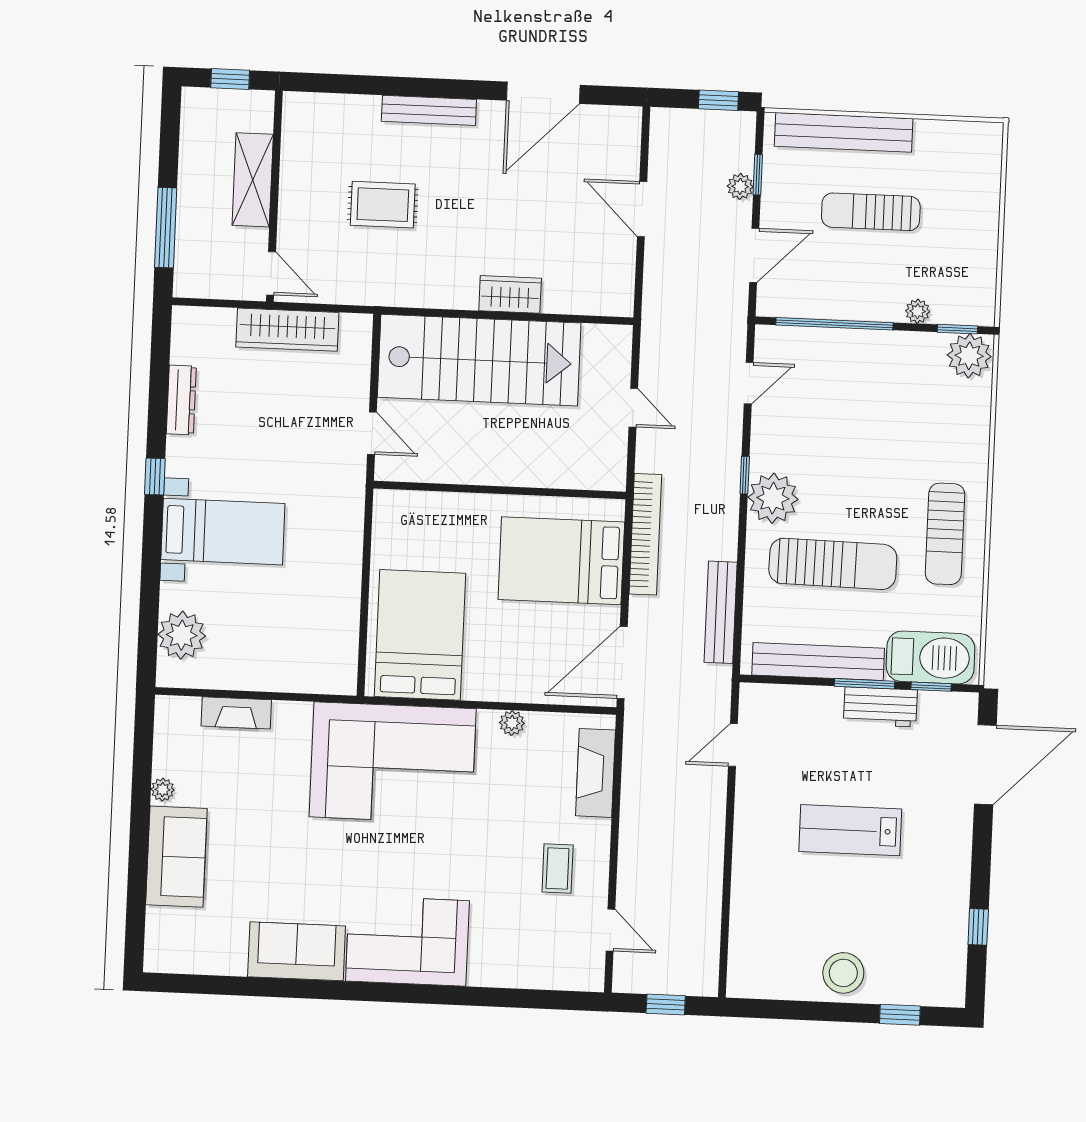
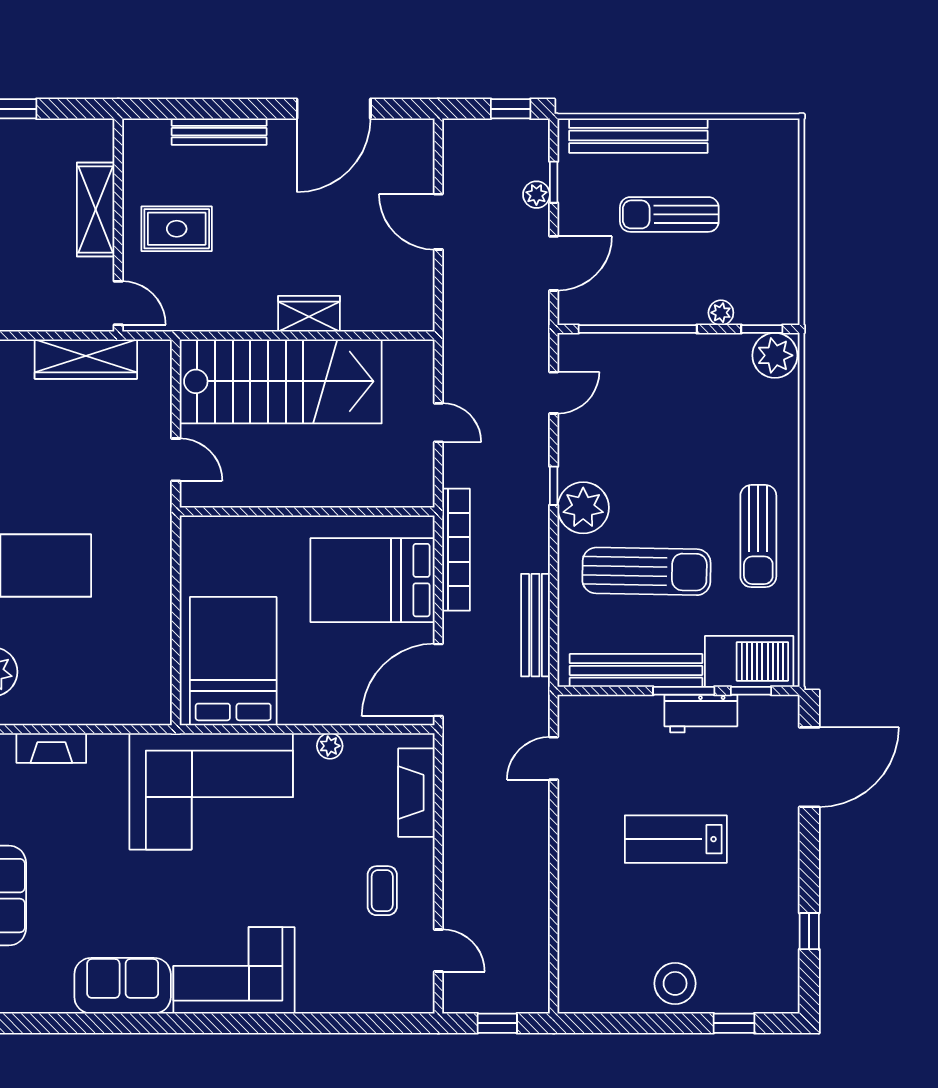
shelving: (253, 180) -> (96, 209), moved
wall: (274, 196) -> (118, 225), moved
door: (271, 273) -> (118, 303), moved

